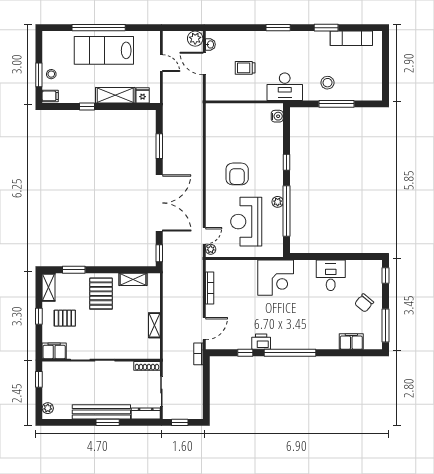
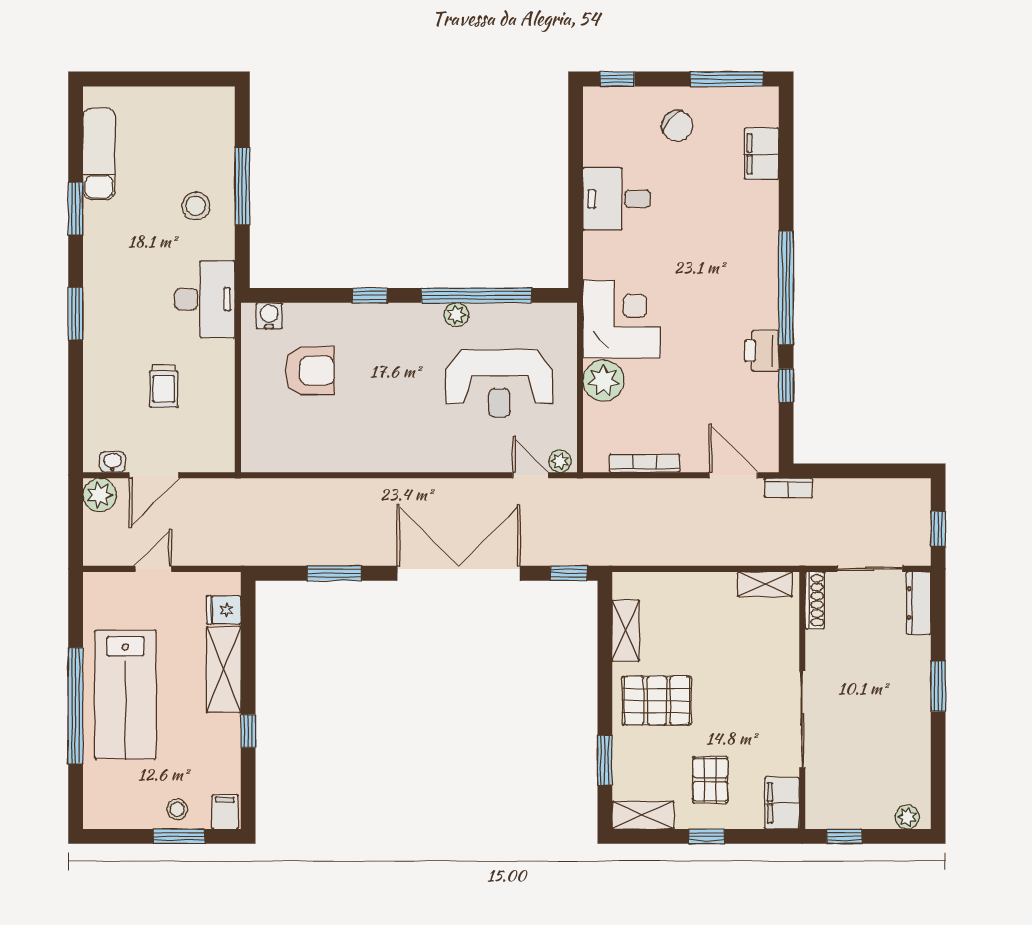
armchair: (237, 174) -> (310, 371), moved
plant: (247, 269) -> (603, 381), added
shelving: (154, 325) -> (765, 584), moved
bench: (101, 412) -> (915, 700), removed

